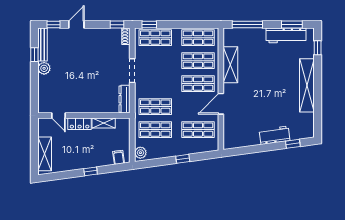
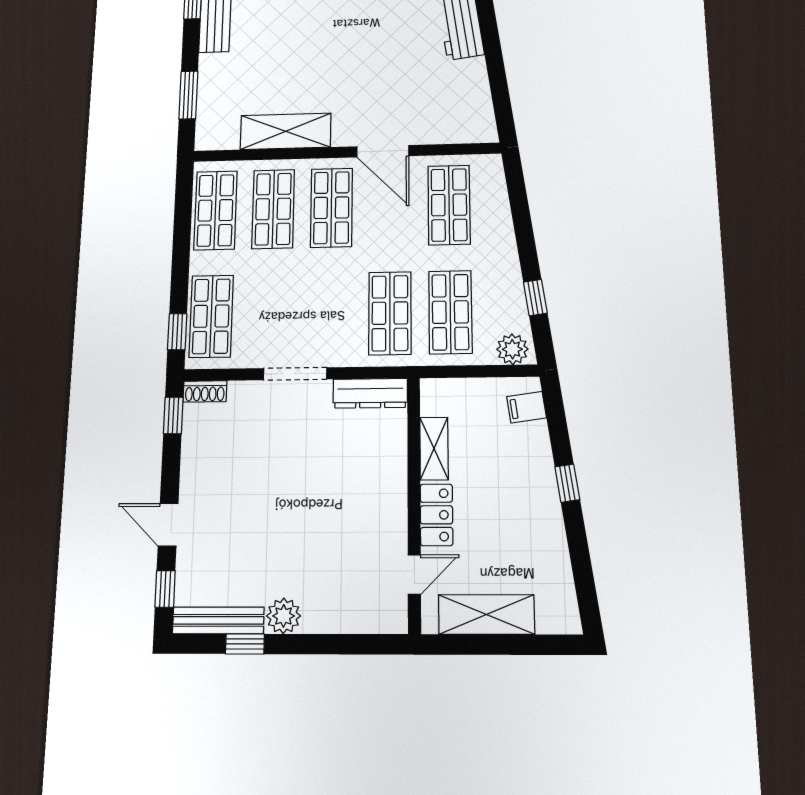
window: (247, 25) -> (188, 95), width x0.69
shelving: (45, 154) -> (486, 614), moved
window: (183, 159) -> (535, 298), moved

